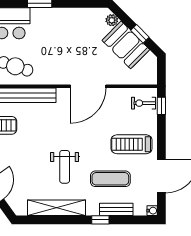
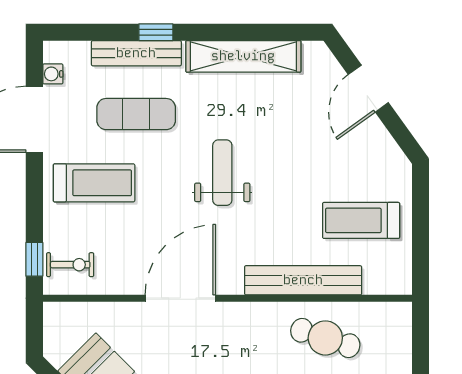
weight bench: (65, 167) -> (222, 173), moved
bench: (116, 209) -> (136, 53), width x1.36
water cooler: (152, 211) -> (53, 74), moved

